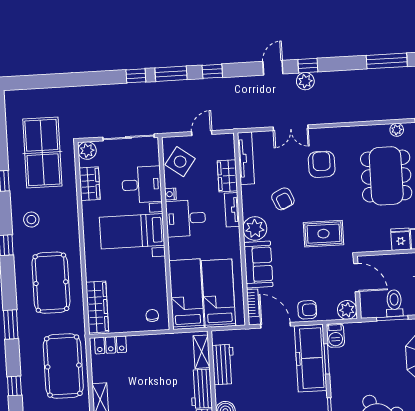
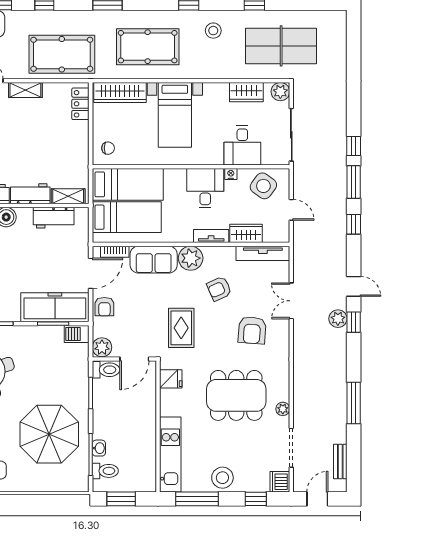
armchair: (322, 164) -> (252, 330), turned 94
bed with nightstands: (132, 231) -> (175, 115), moved, turned 180
fridge: (401, 239) -> (171, 379), moved
toilet: (394, 303) -> (106, 370), moved

